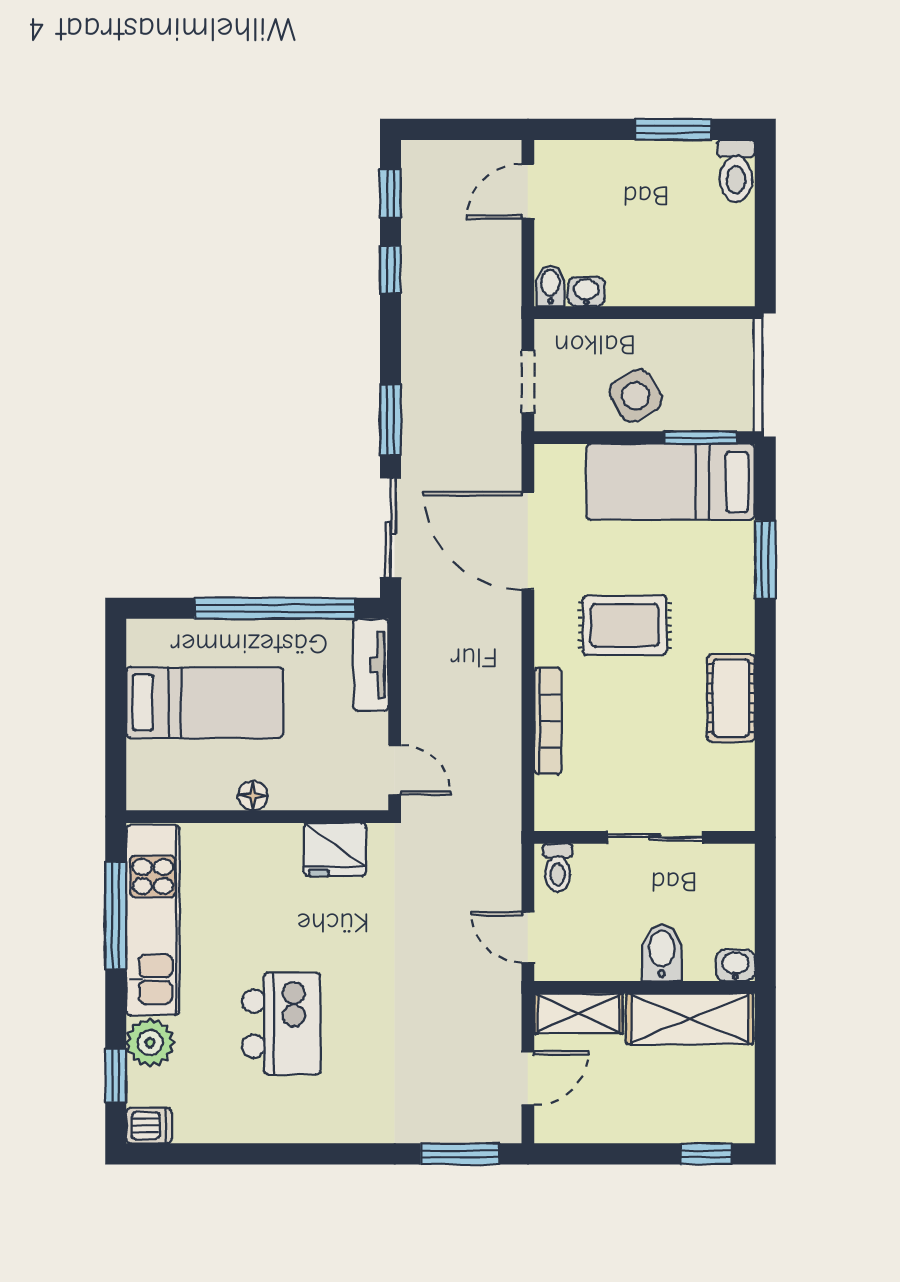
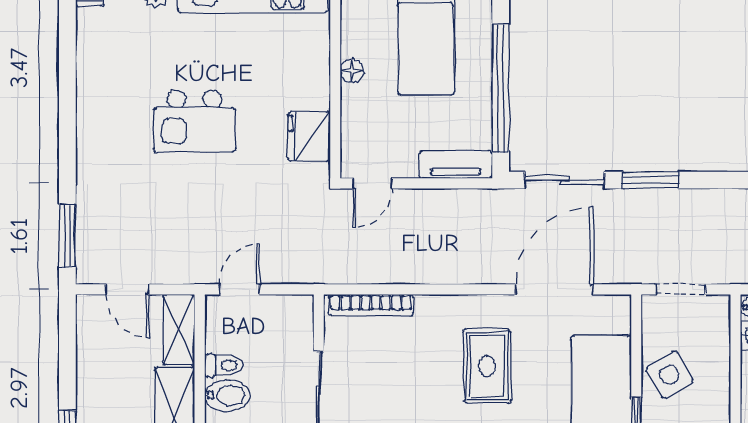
bookcase: (548, 721) -> (371, 305), moved
toilet: (558, 868) -> (224, 365), moved, turned 180
kitchen island: (281, 1024) -> (194, 121), moved

